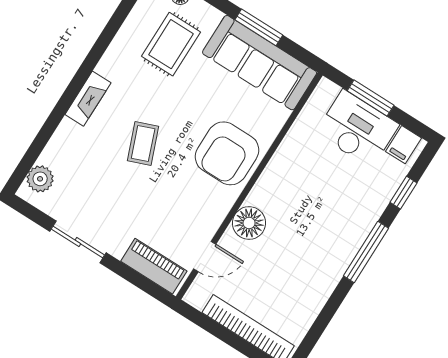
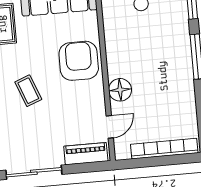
armchair: (227, 153) -> (79, 61), turned 180
sliding door: (78, 242) -> (34, 172), width x1.37

